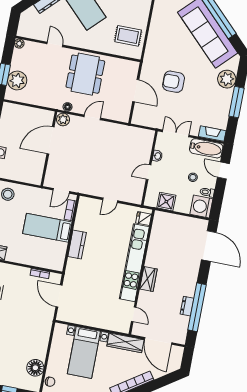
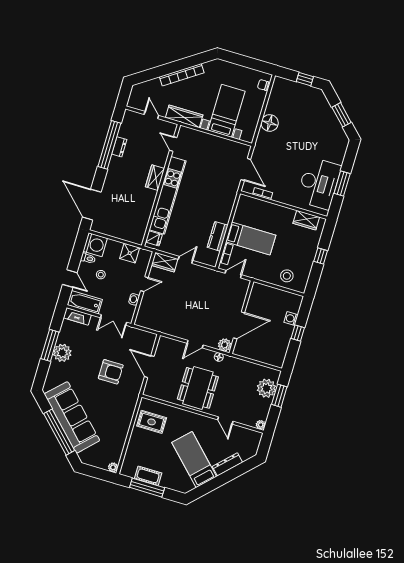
plant: (227, 79) -> (62, 353), moved
wardrobe: (131, 196) -> (165, 262), added
kitchen counter: (77, 245) -> (218, 236), moved
door: (158, 341) -> (151, 115), width x0.53
floor lamp: (35, 368) -> (270, 123), moved

